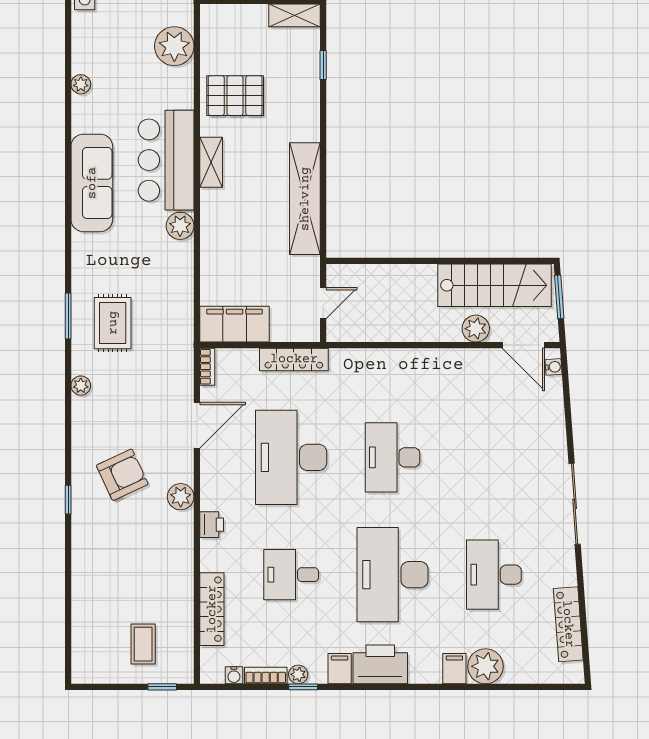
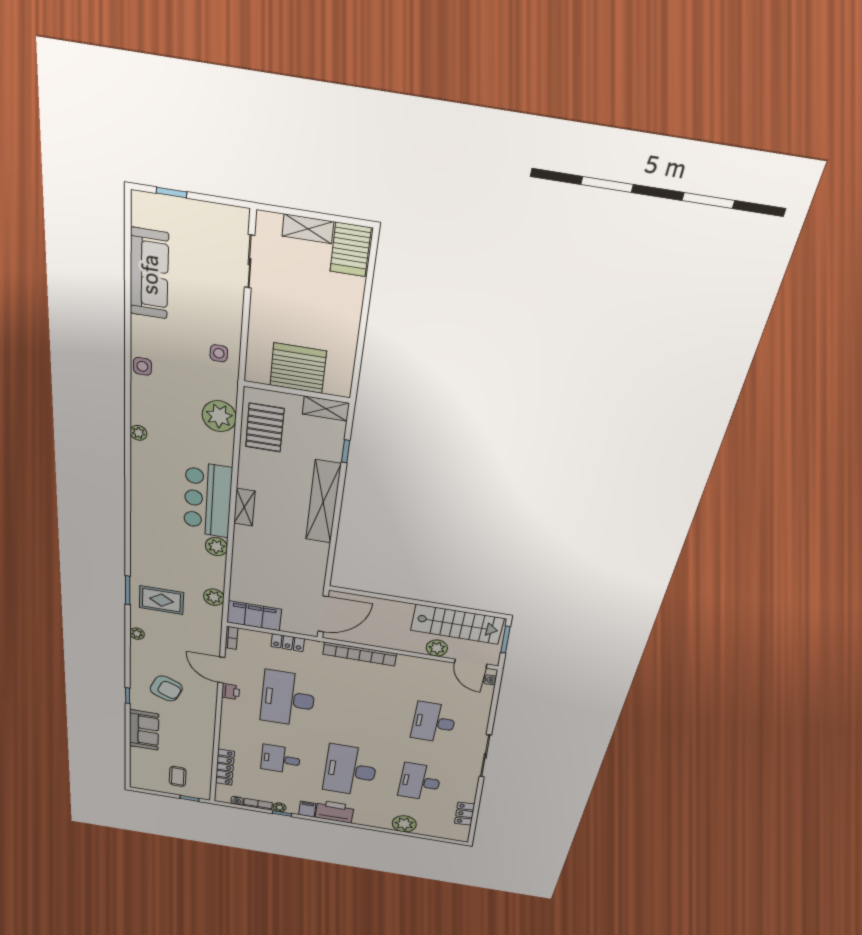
pallet: (235, 96) -> (265, 428), moved, turned 90
sofa: (92, 183) -> (144, 730), moved, width x0.73
shelving: (305, 199) -> (323, 502), moved
door: (323, 303) -> (323, 614), width x1.88
rug: (113, 323) -> (161, 600), turned 90
locker: (294, 359) -> (288, 643), width x0.66
bookcase: (378, 359) -> (360, 654), added
door: (197, 425) -> (221, 670), swing flipped
desk: (393, 457) -> (434, 722), moved
armchair: (122, 475) -> (166, 689), turned 48
plant: (181, 497) -> (214, 597), moved
printer: (212, 525) -> (231, 692), moved
locker: (568, 624) -> (465, 814), width x0.66
filing cabinet: (454, 669) -> (383, 822), removed

